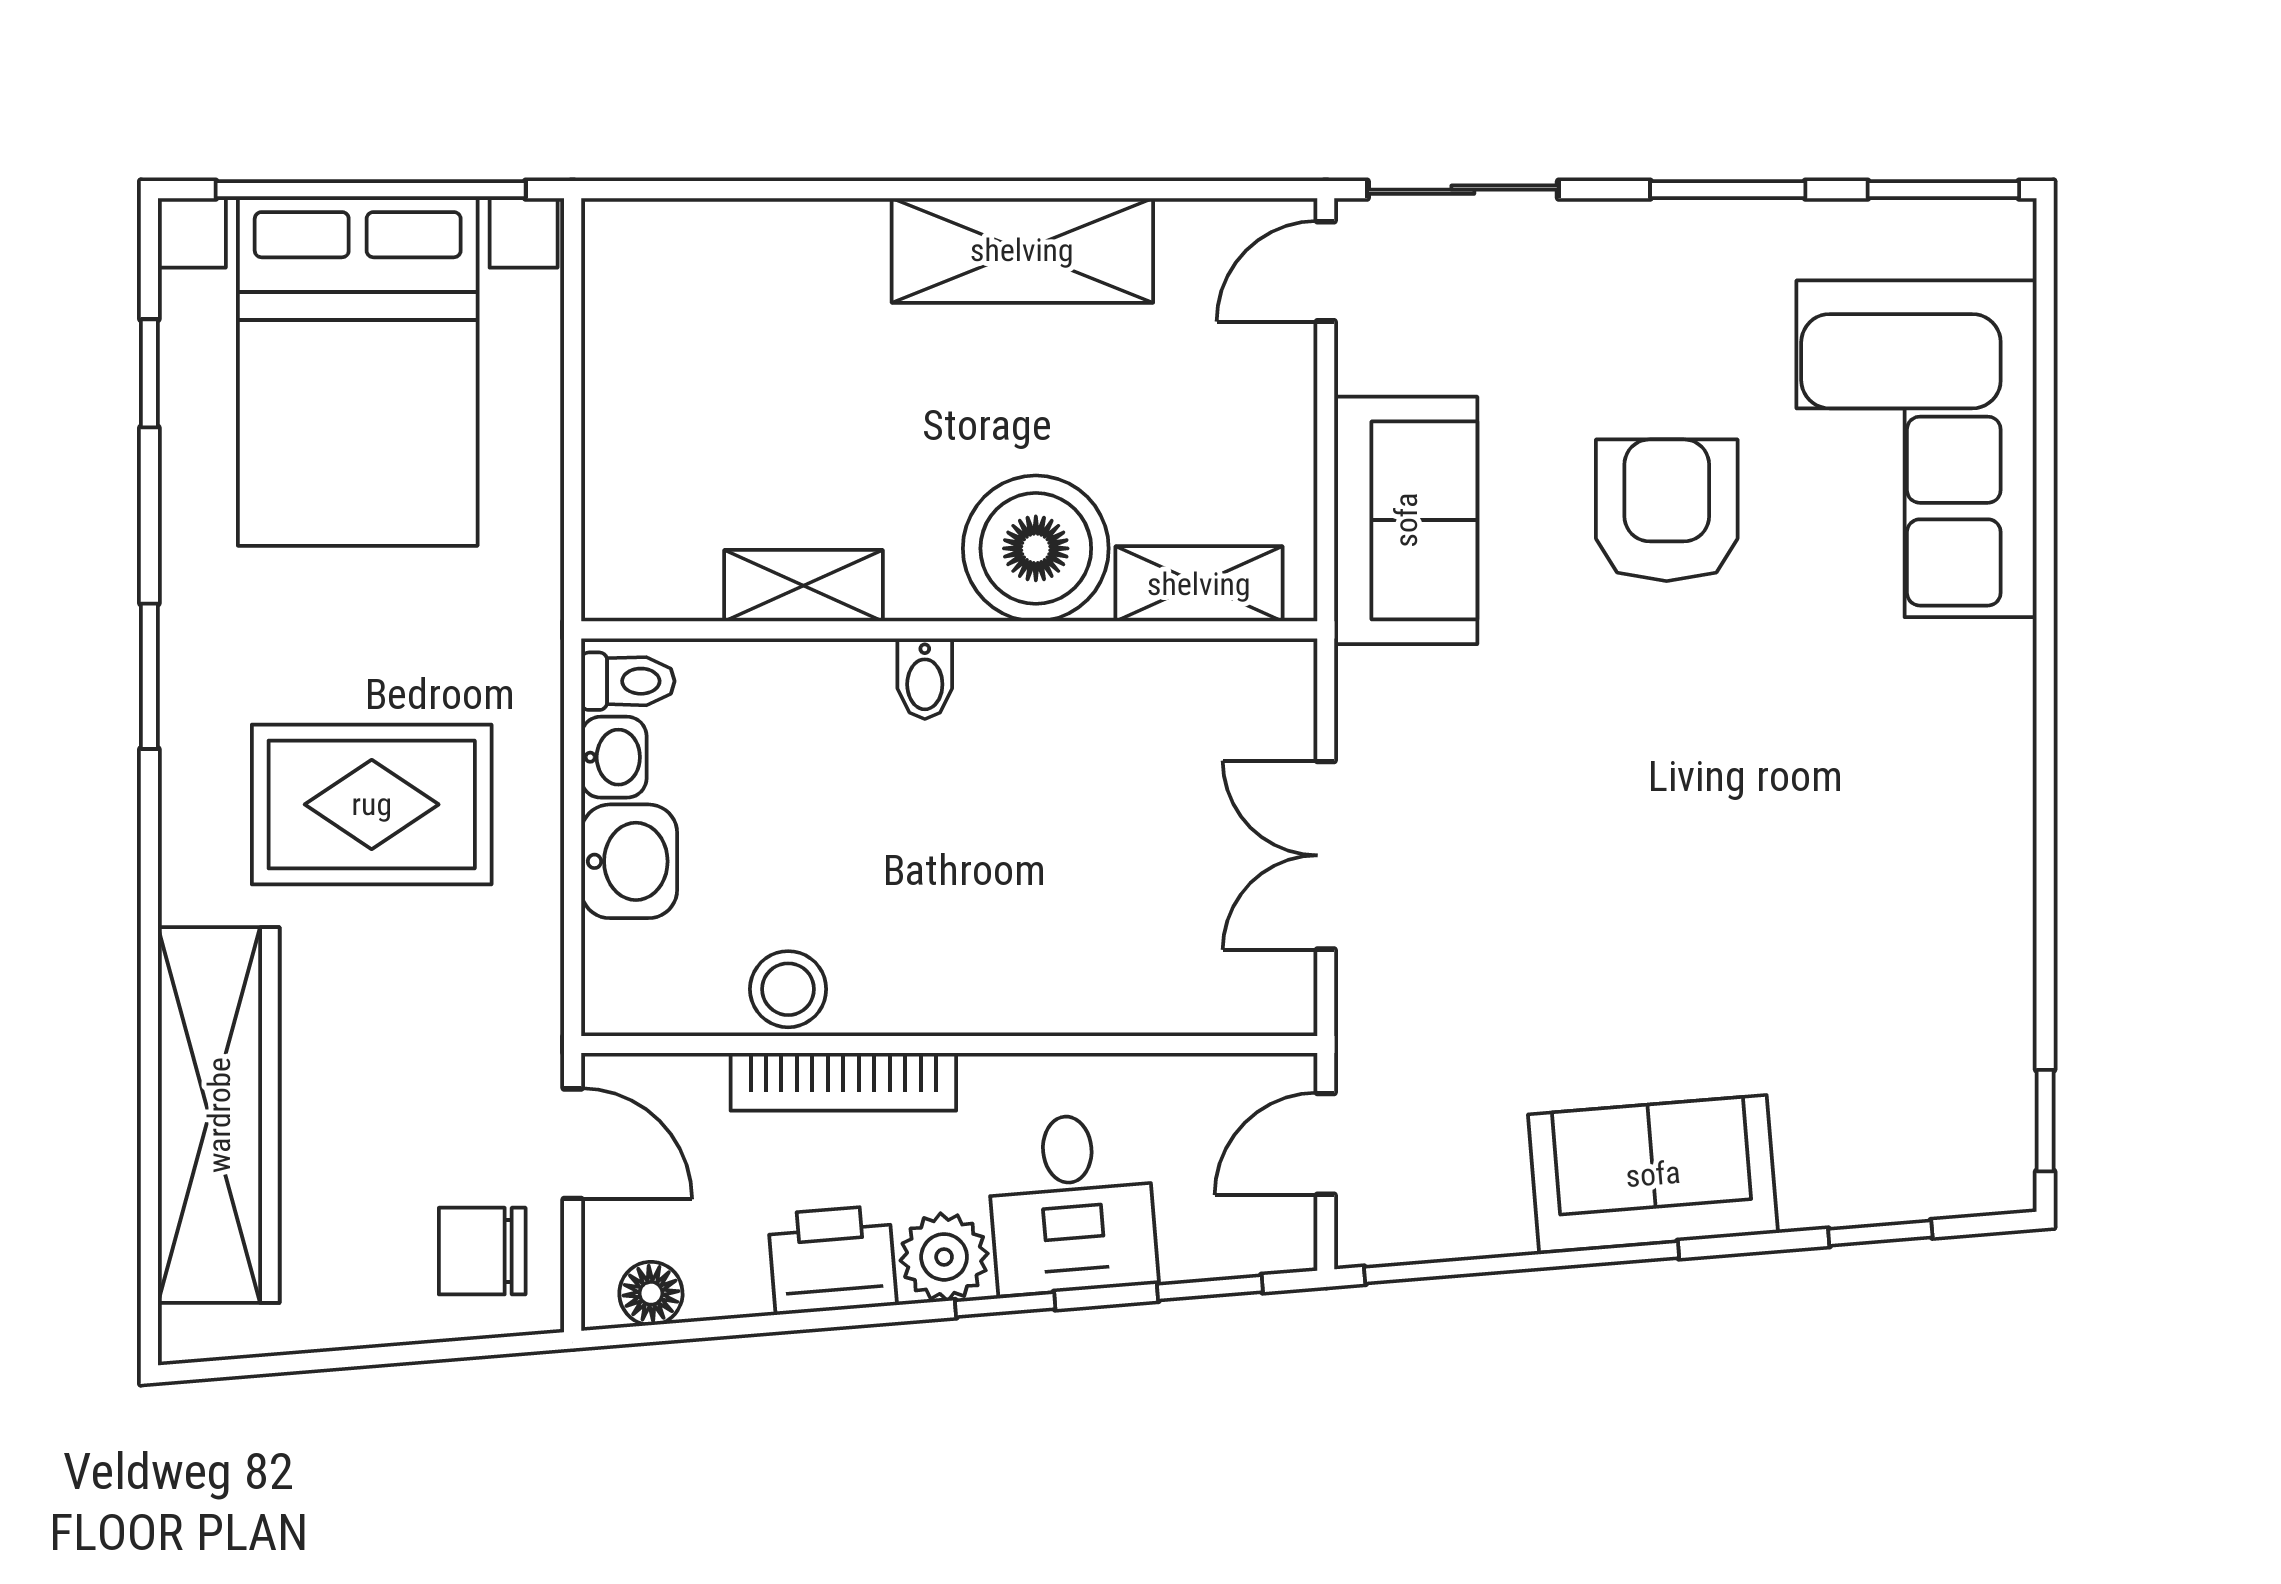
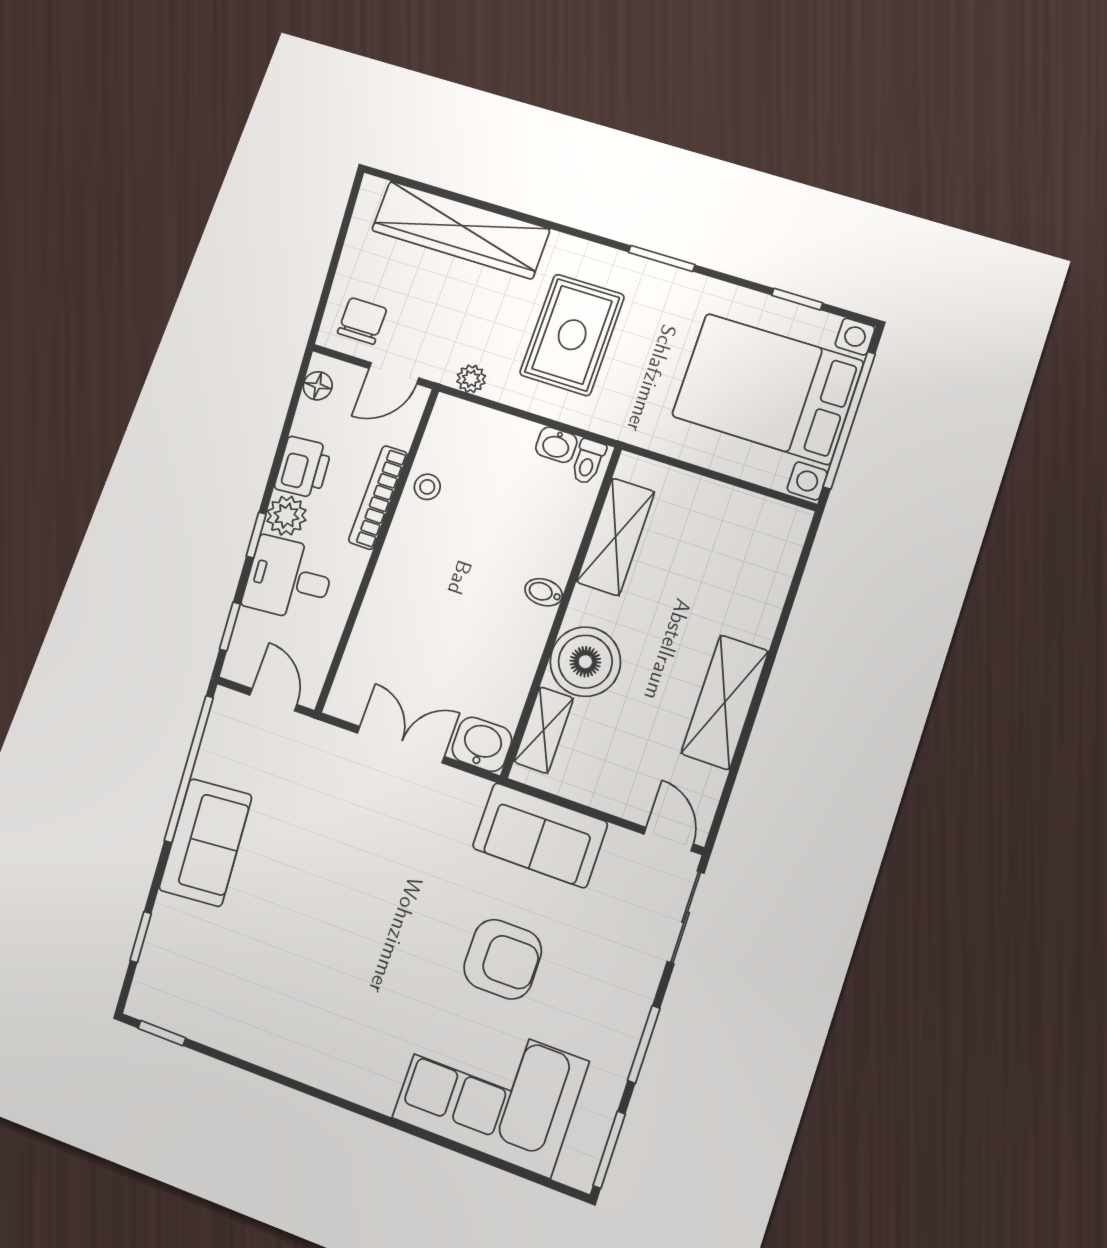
shelving: (803, 586) -> (616, 537), width x1.50, depth x1.33
washbasin: (629, 861) -> (482, 744), moved, turned 180
plant: (532, 980) -> (471, 379), added
stool: (788, 989) -> (427, 487), width x0.73, depth x0.73

